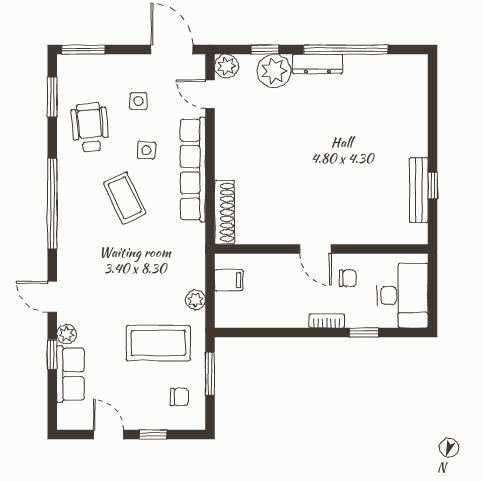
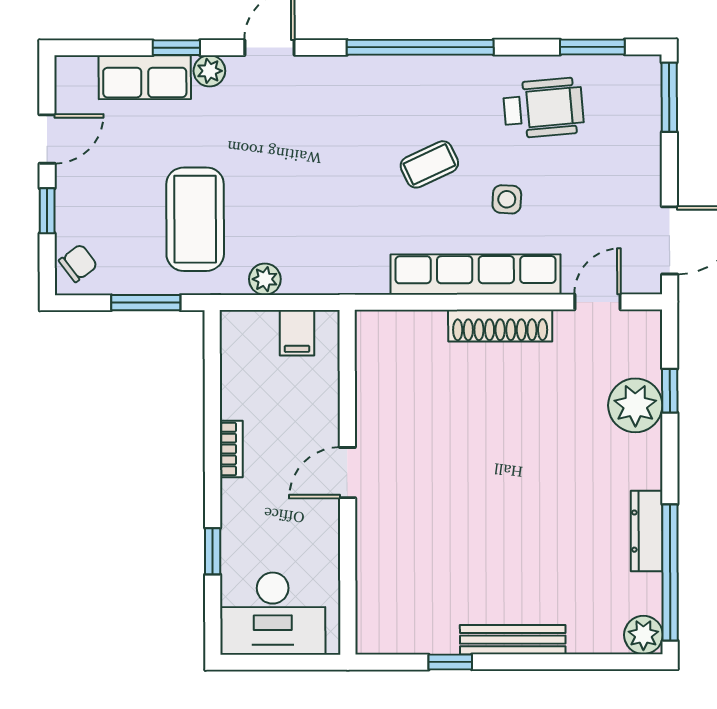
window: (346, 50) -> (670, 573), moved
dresser: (318, 64) -> (647, 531), moved
plant: (226, 66) -> (643, 635), moved
side table: (138, 101) -> (586, 186), removed
bench: (419, 190) -> (513, 640), moved
coffee table: (125, 198) -> (429, 164), width x0.73, depth x0.77
shoe rack: (224, 212) -> (500, 326), moved
chair: (348, 278) -> (300, 525), removed
bookcase: (327, 321) -> (231, 449), moved
chair: (179, 397) -> (78, 263), moved, turned -127

